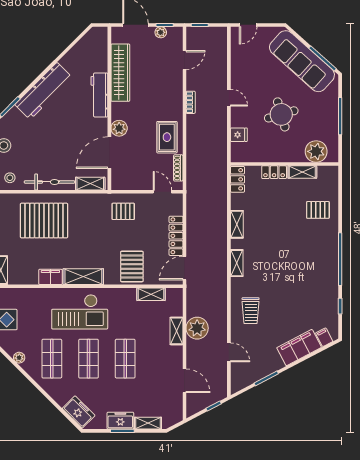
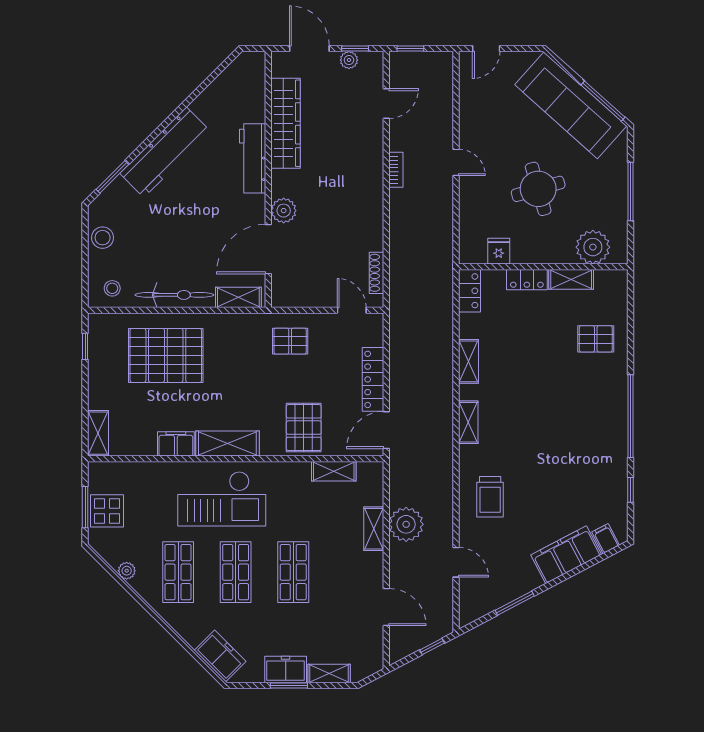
fridge: (239, 135) -> (499, 251), moved, turned -90
rug: (167, 137) -> (359, 225), removed

